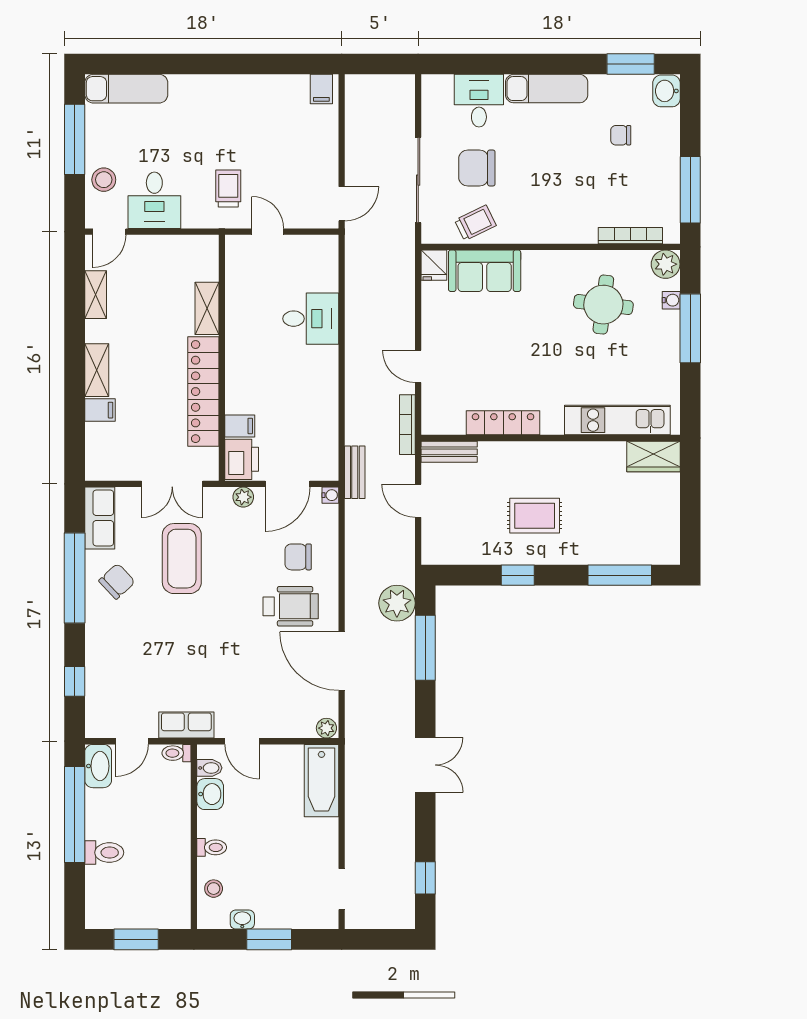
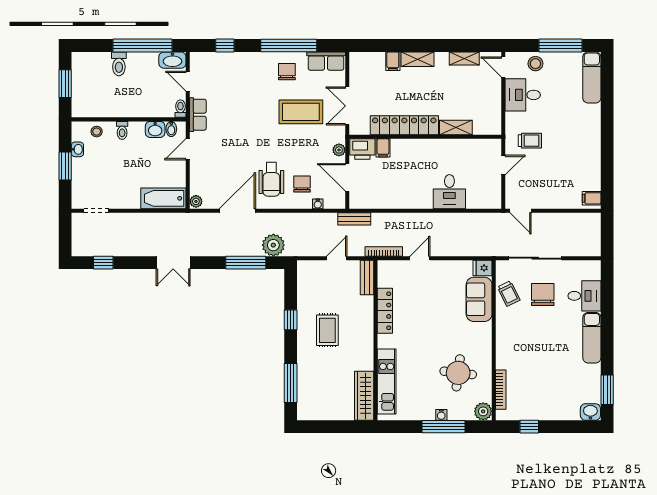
chair: (621, 135) -> (563, 384), removed
window: (690, 190) -> (529, 427), width x0.46
water cooler: (671, 300) -> (441, 415), moved
wardrobe: (653, 456) -> (364, 396), width x1.50
water cooler: (330, 495) -> (318, 204), moved
chair: (117, 581) -> (287, 72), turned -137

